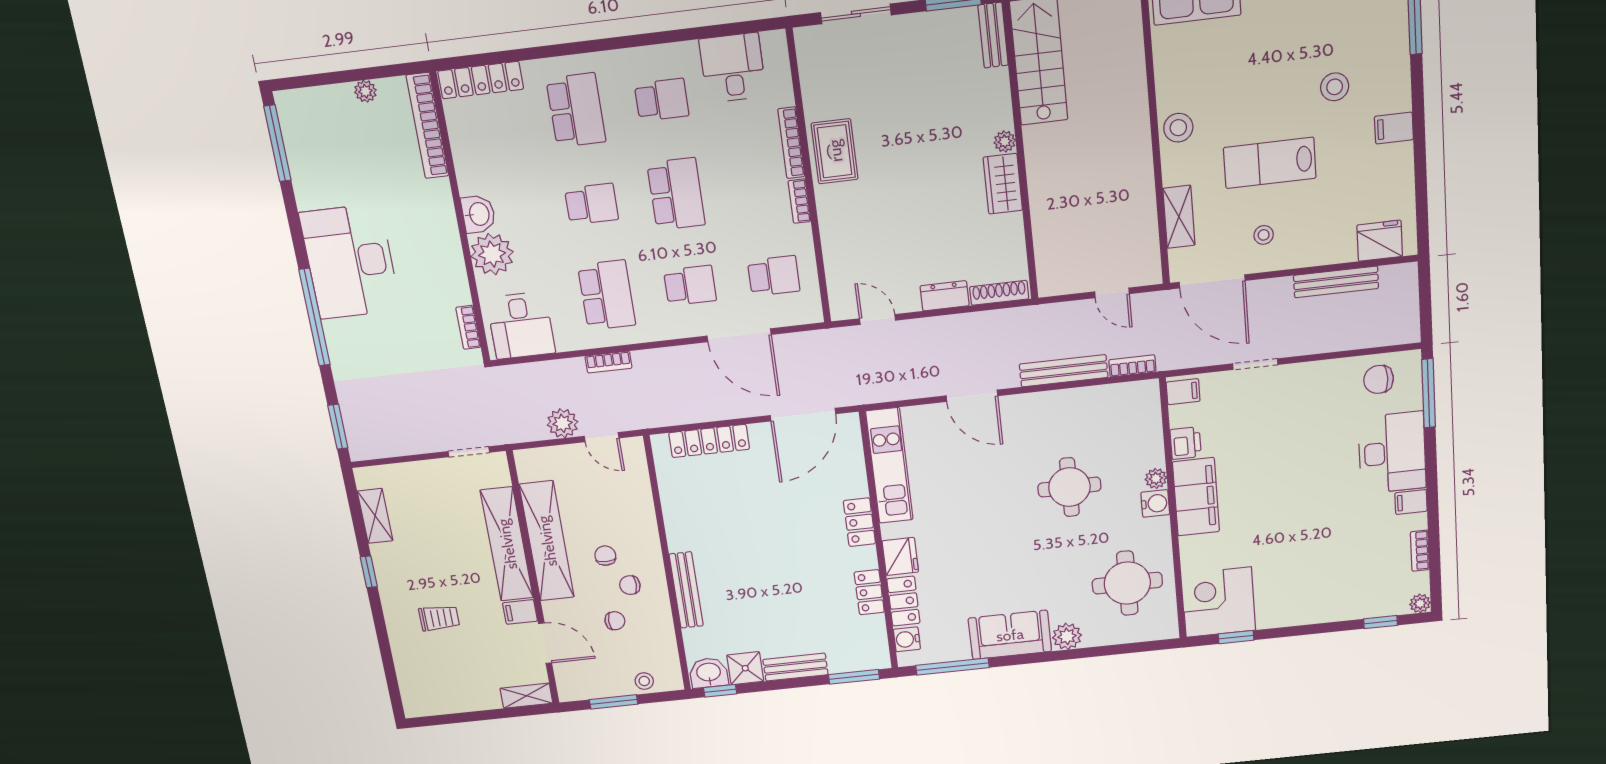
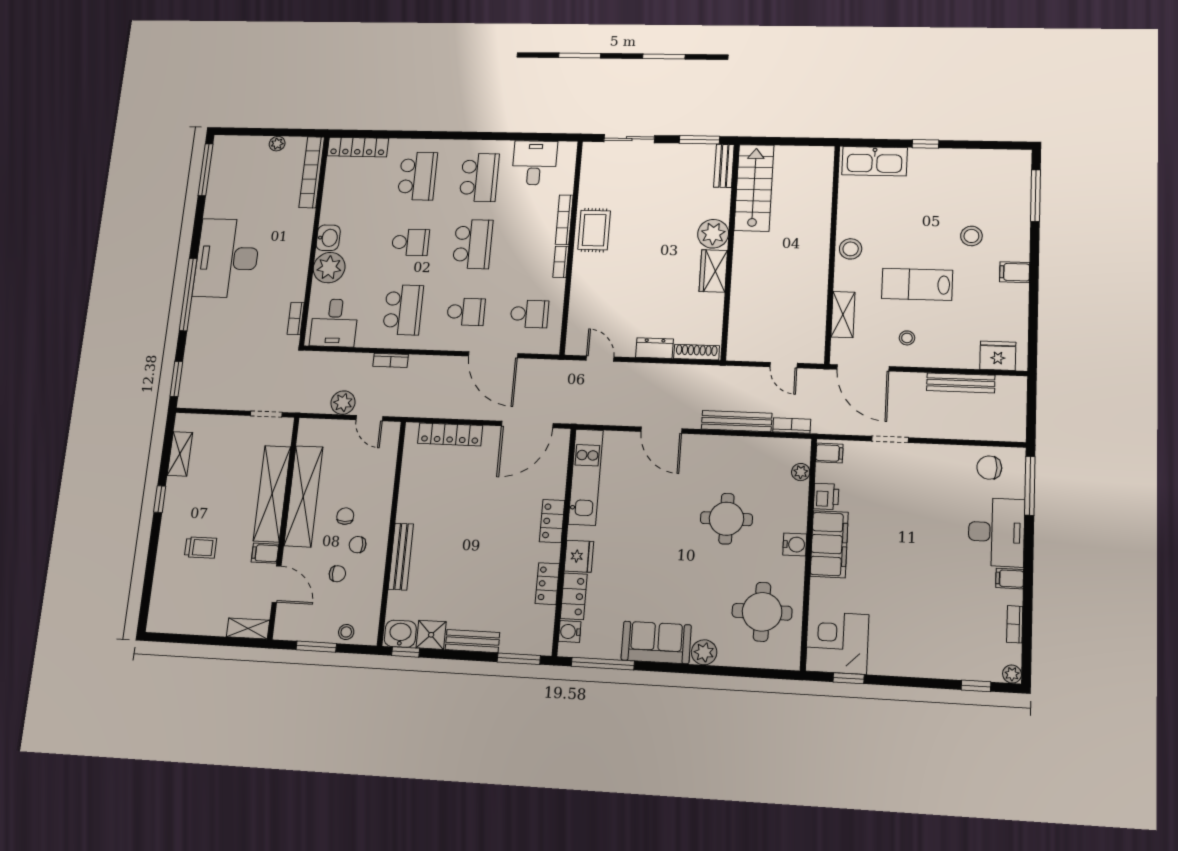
school desk: (662, 100) -> (479, 177), width x1.85
plant: (1005, 141) -> (713, 234), width x1.87, depth x1.87
plant: (1156, 478) -> (801, 472), moved

